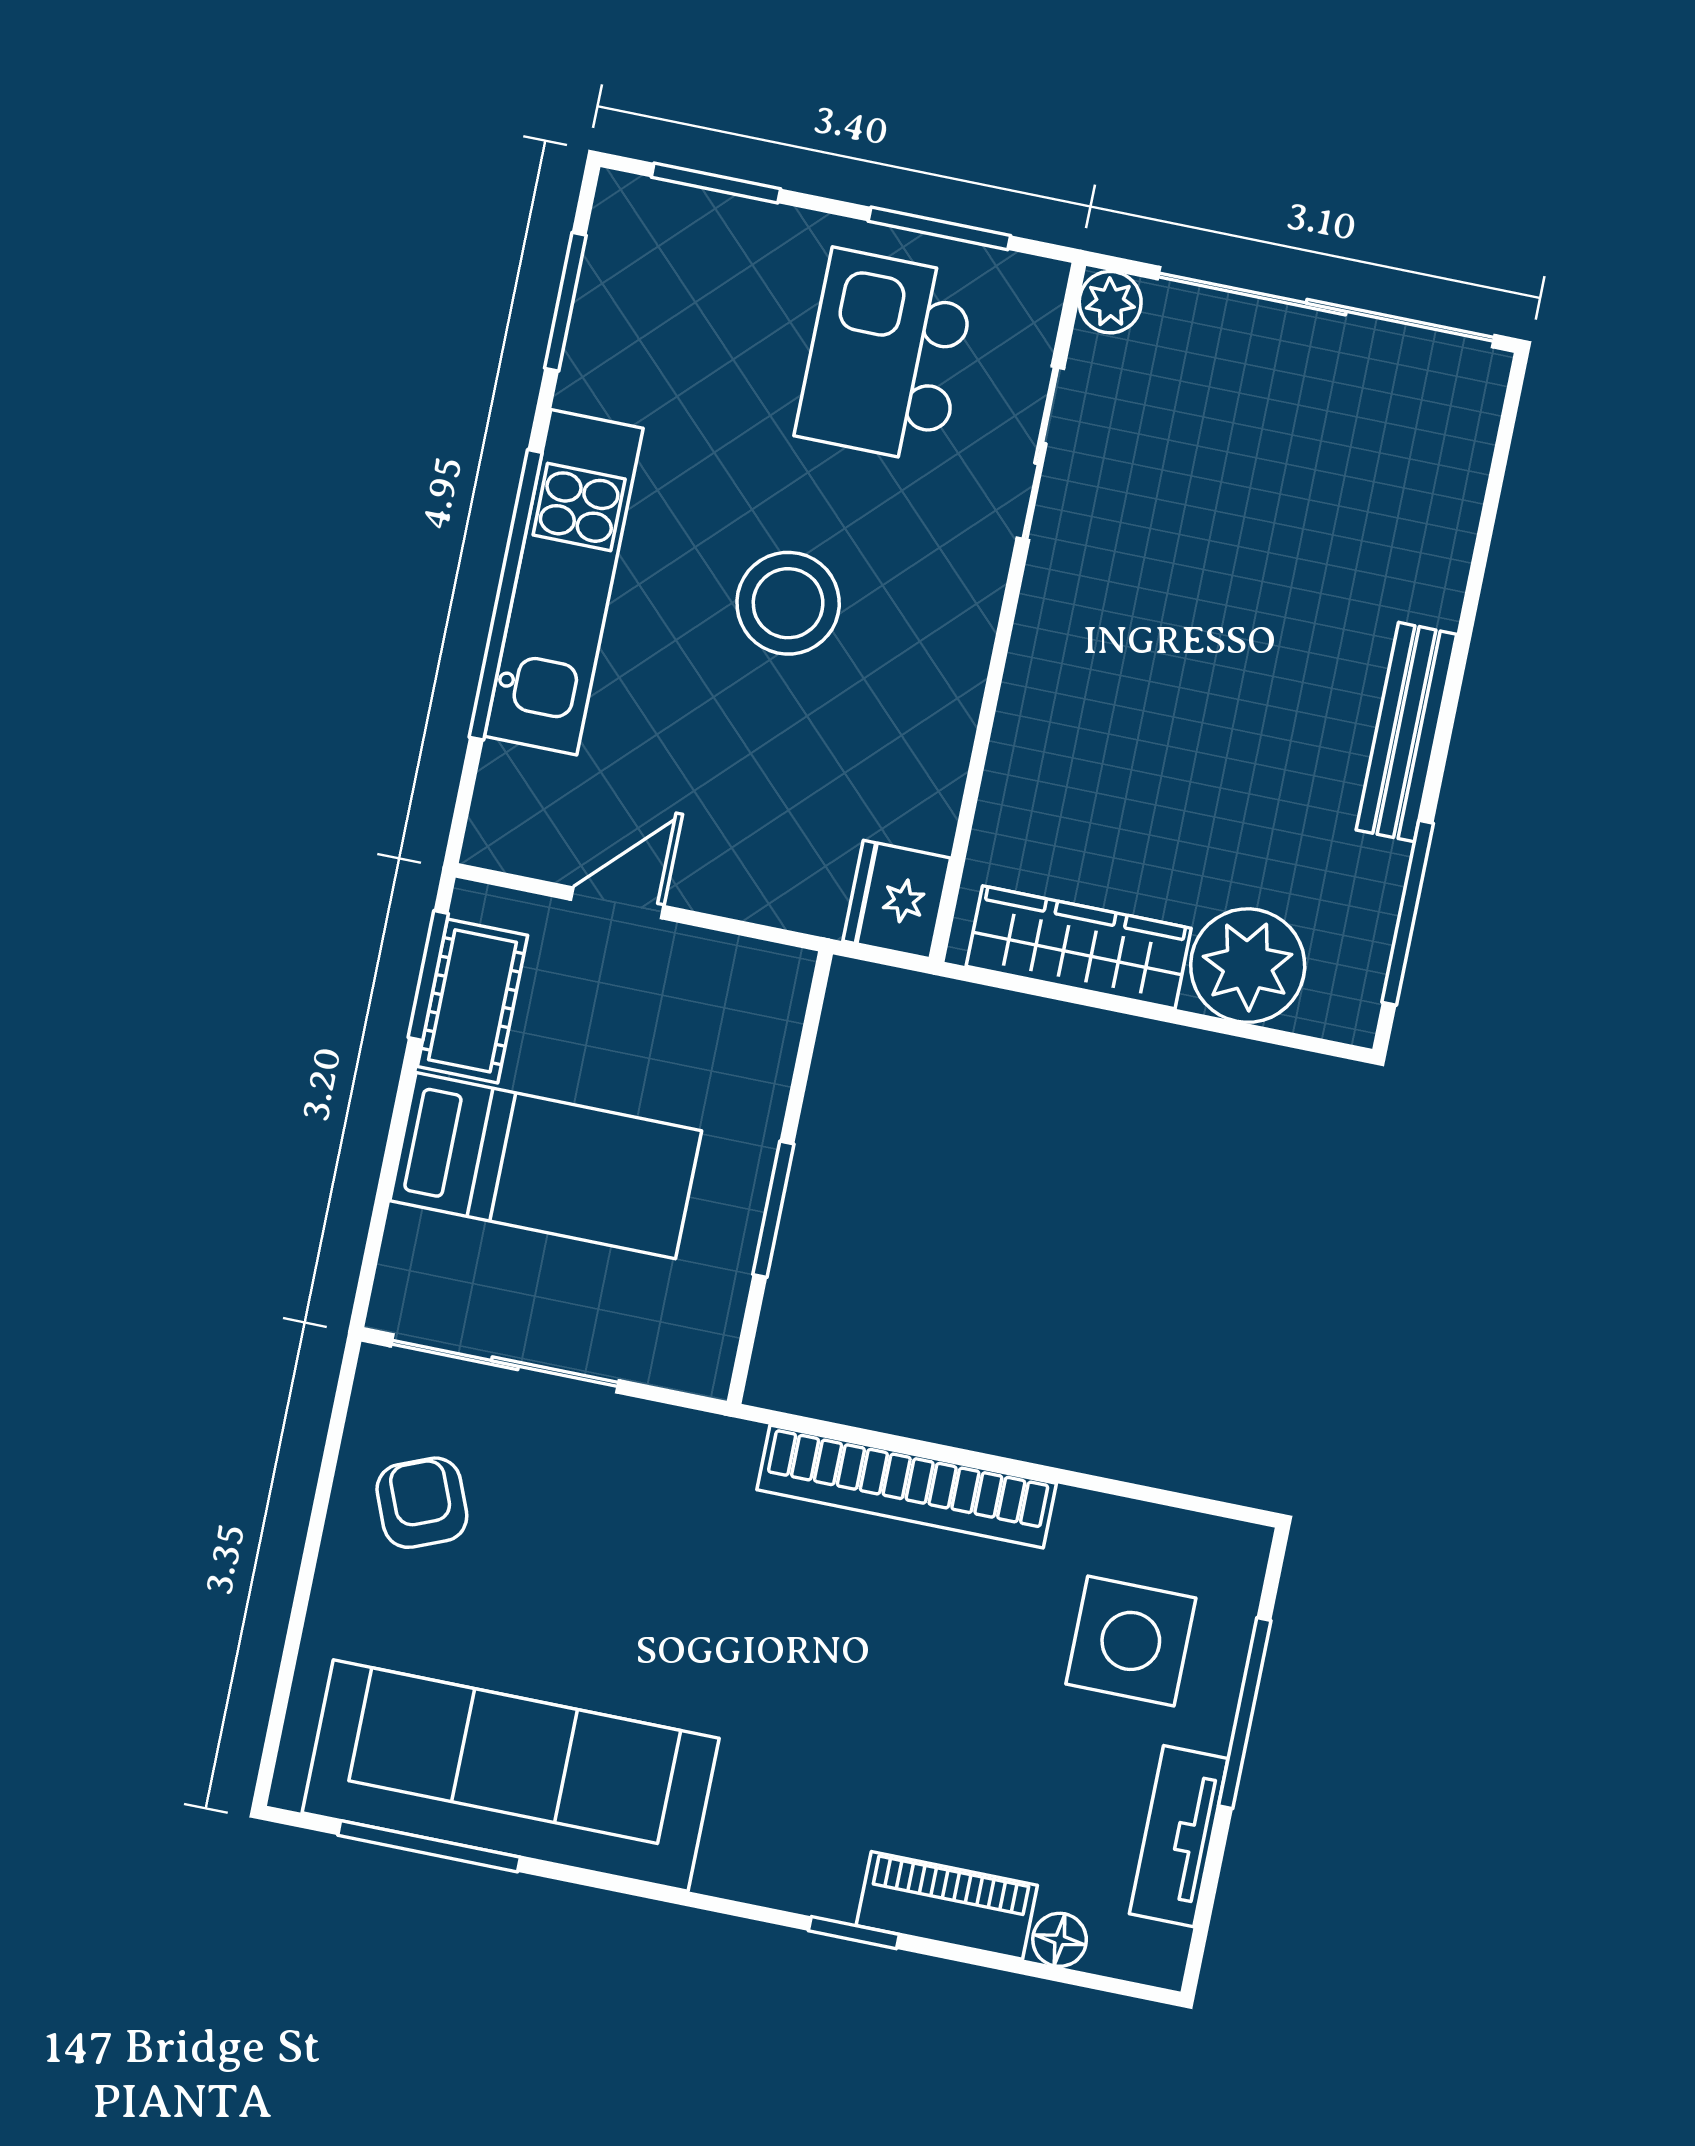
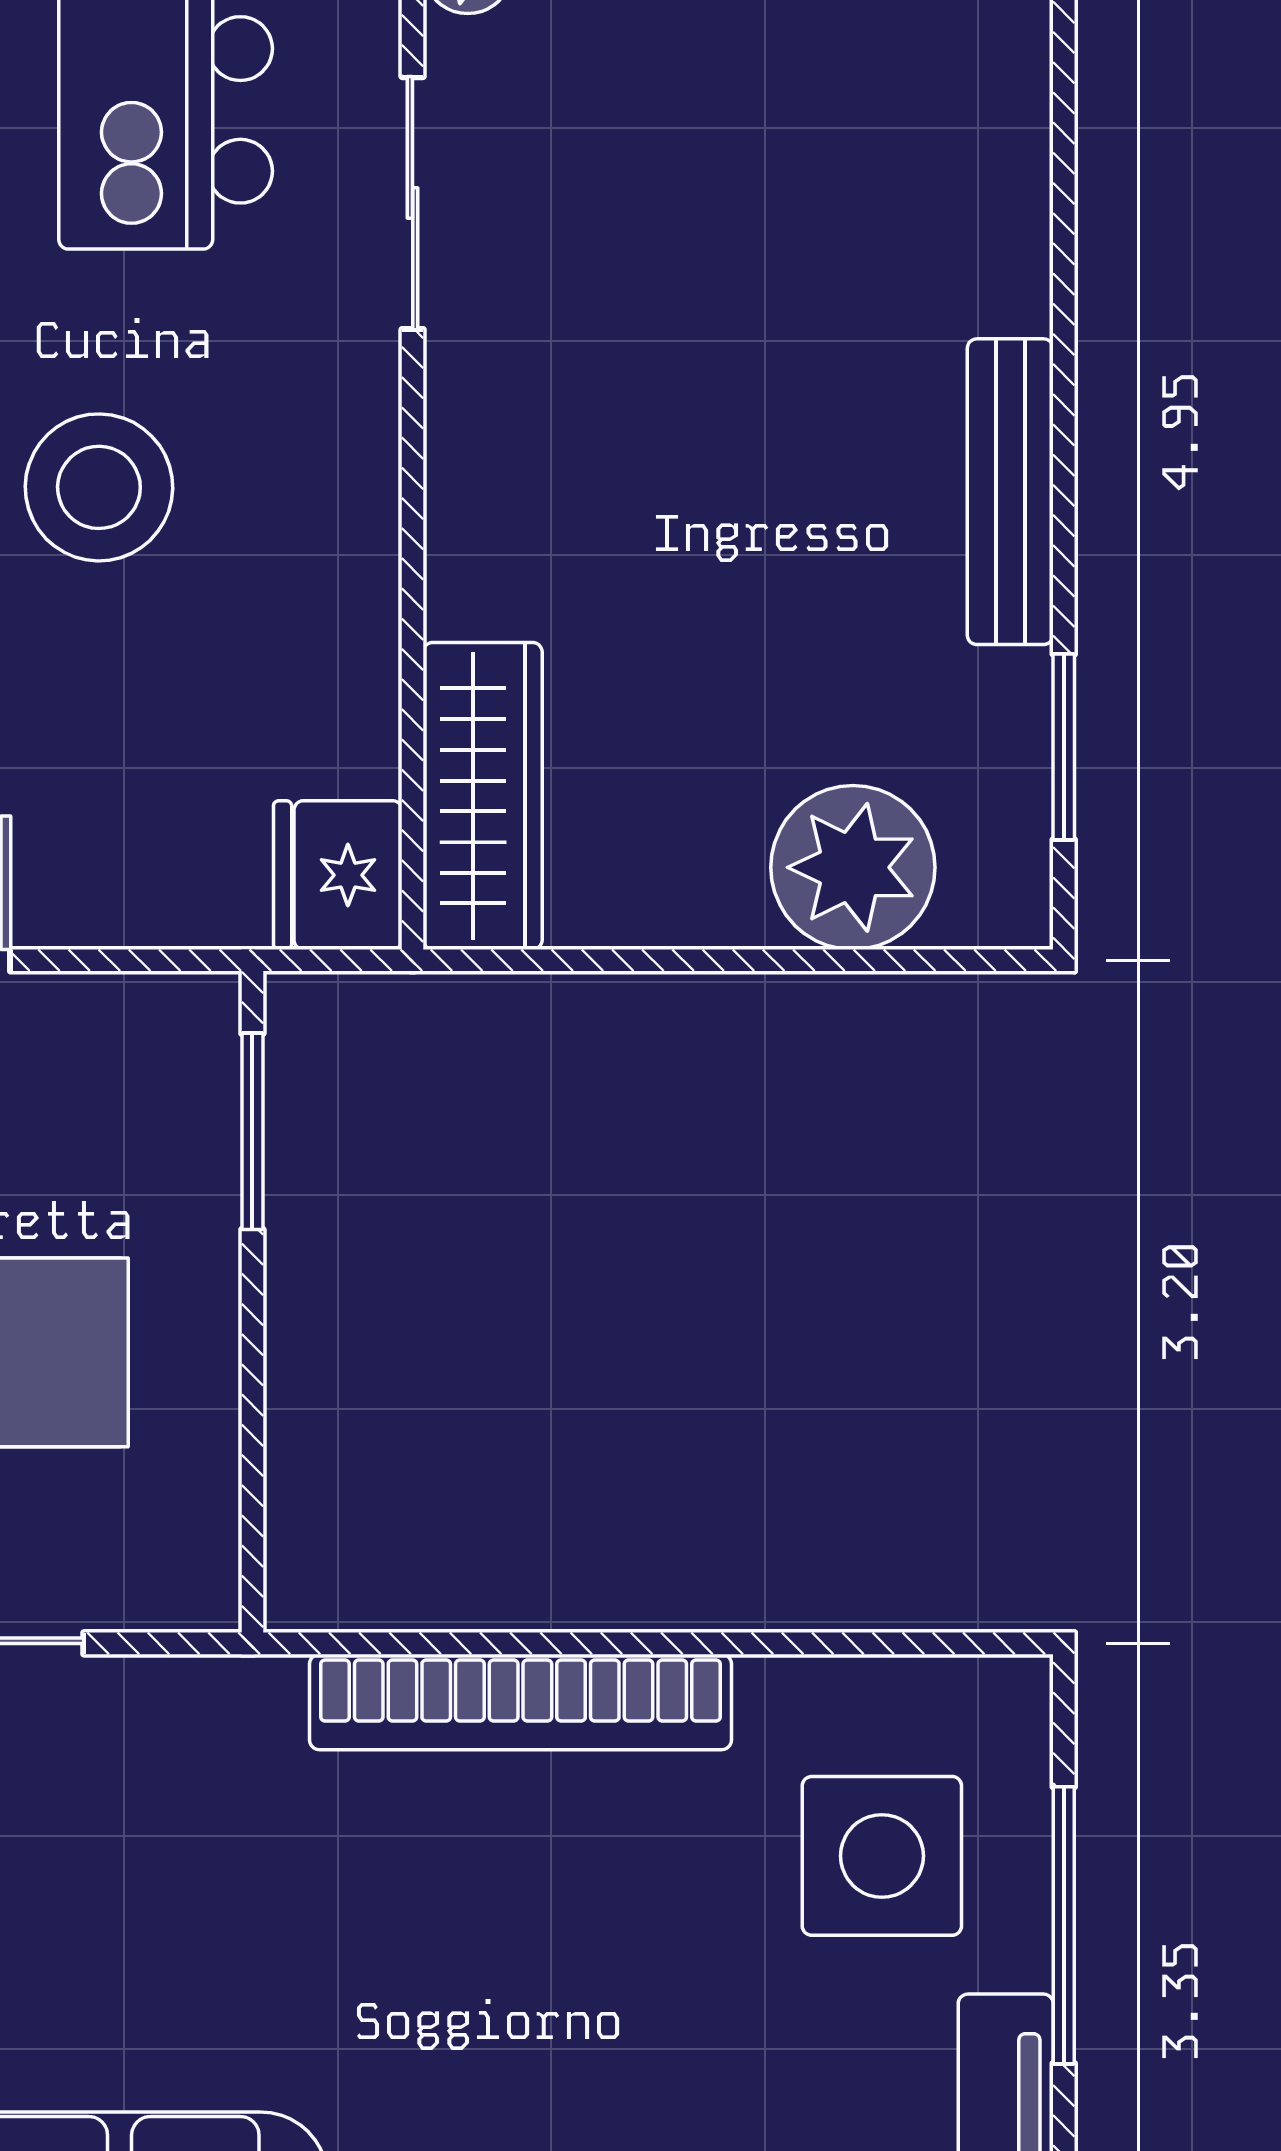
window: (1408, 913) -> (1064, 747), width x0.69
wardrobe: (1079, 947) -> (483, 796), moved, turned 90
window: (773, 1209) -> (252, 1131), moved

